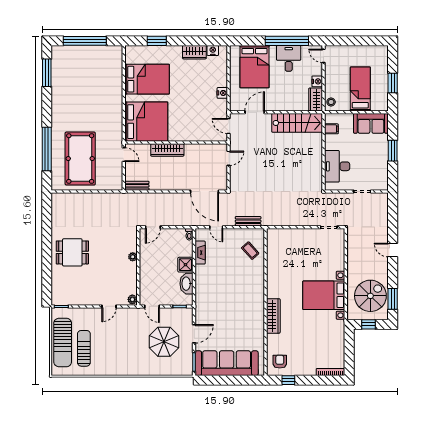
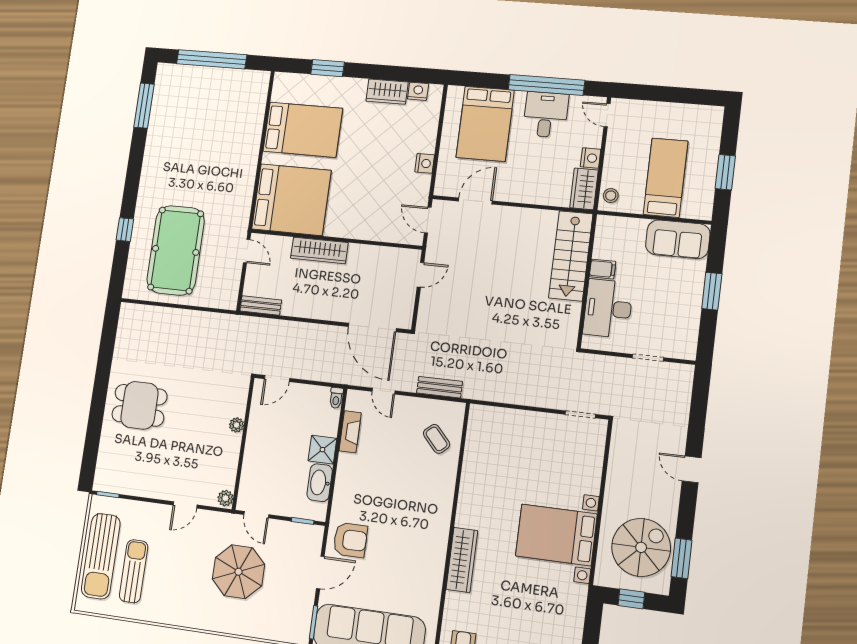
stairs: (297, 123) -> (571, 256), moved, turned 90
filing cabinet: (331, 129) -> (603, 269), moved
window: (47, 149) -> (125, 229), width x0.32
armchair: (209, 313) -> (350, 540), added
parasol: (164, 342) -> (238, 572), moved

